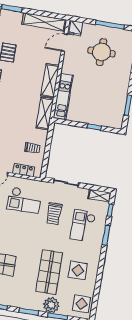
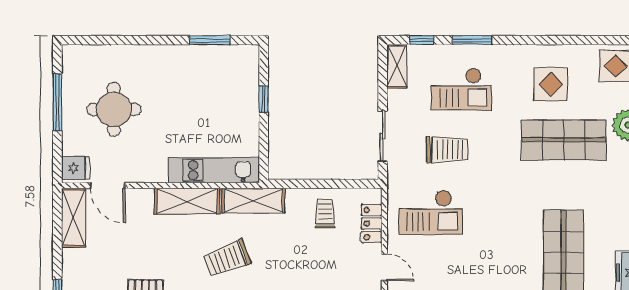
shelving: (44, 22) -> (74, 218), width x0.68
trolley: (18, 96) -> (227, 259), added
checkout: (24, 200) -> (431, 212), turned 90

